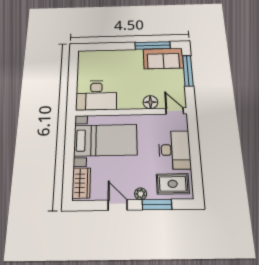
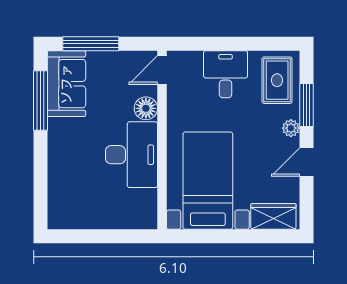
desk: (96, 95) -> (132, 155), moved
desk: (175, 150) -> (226, 74), width x0.73

